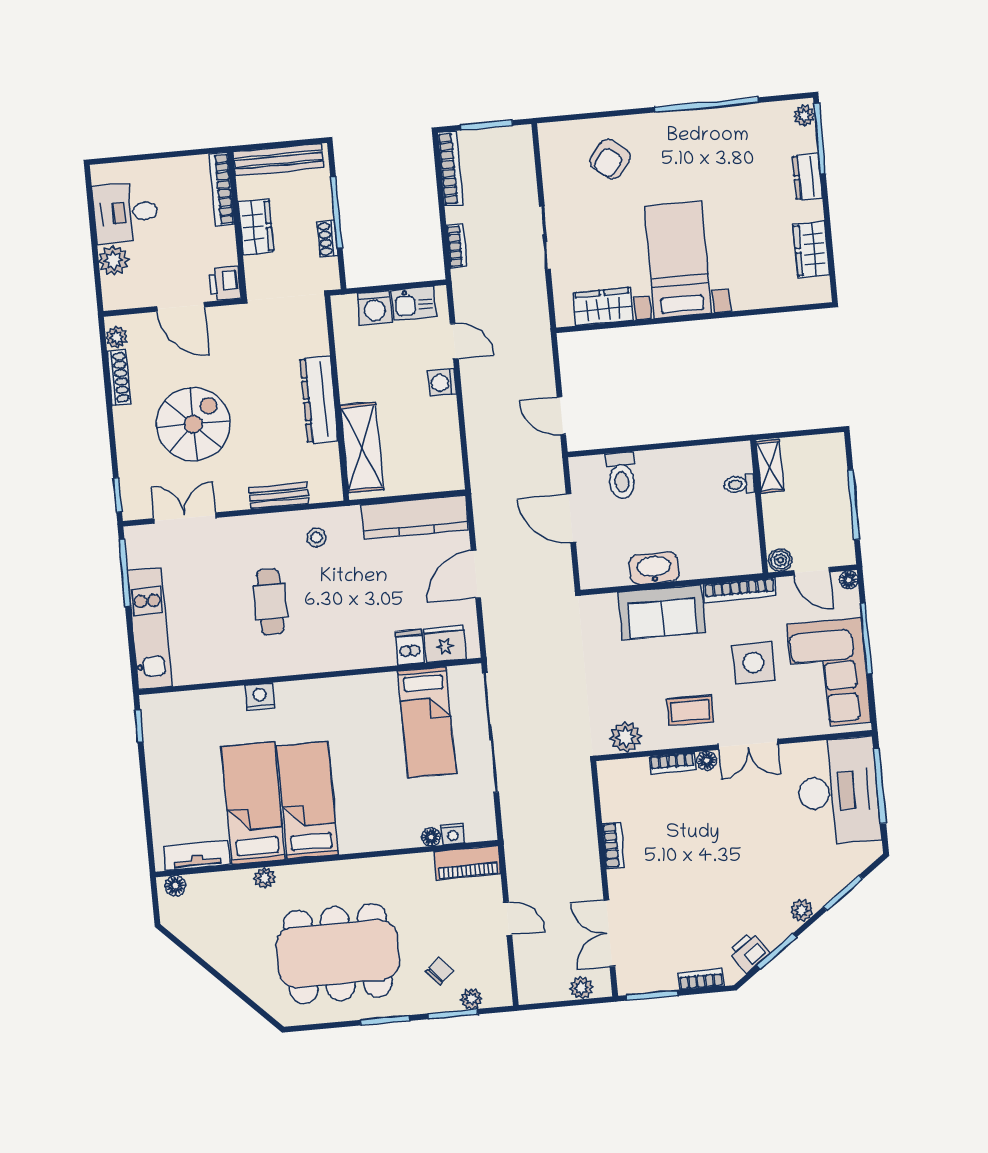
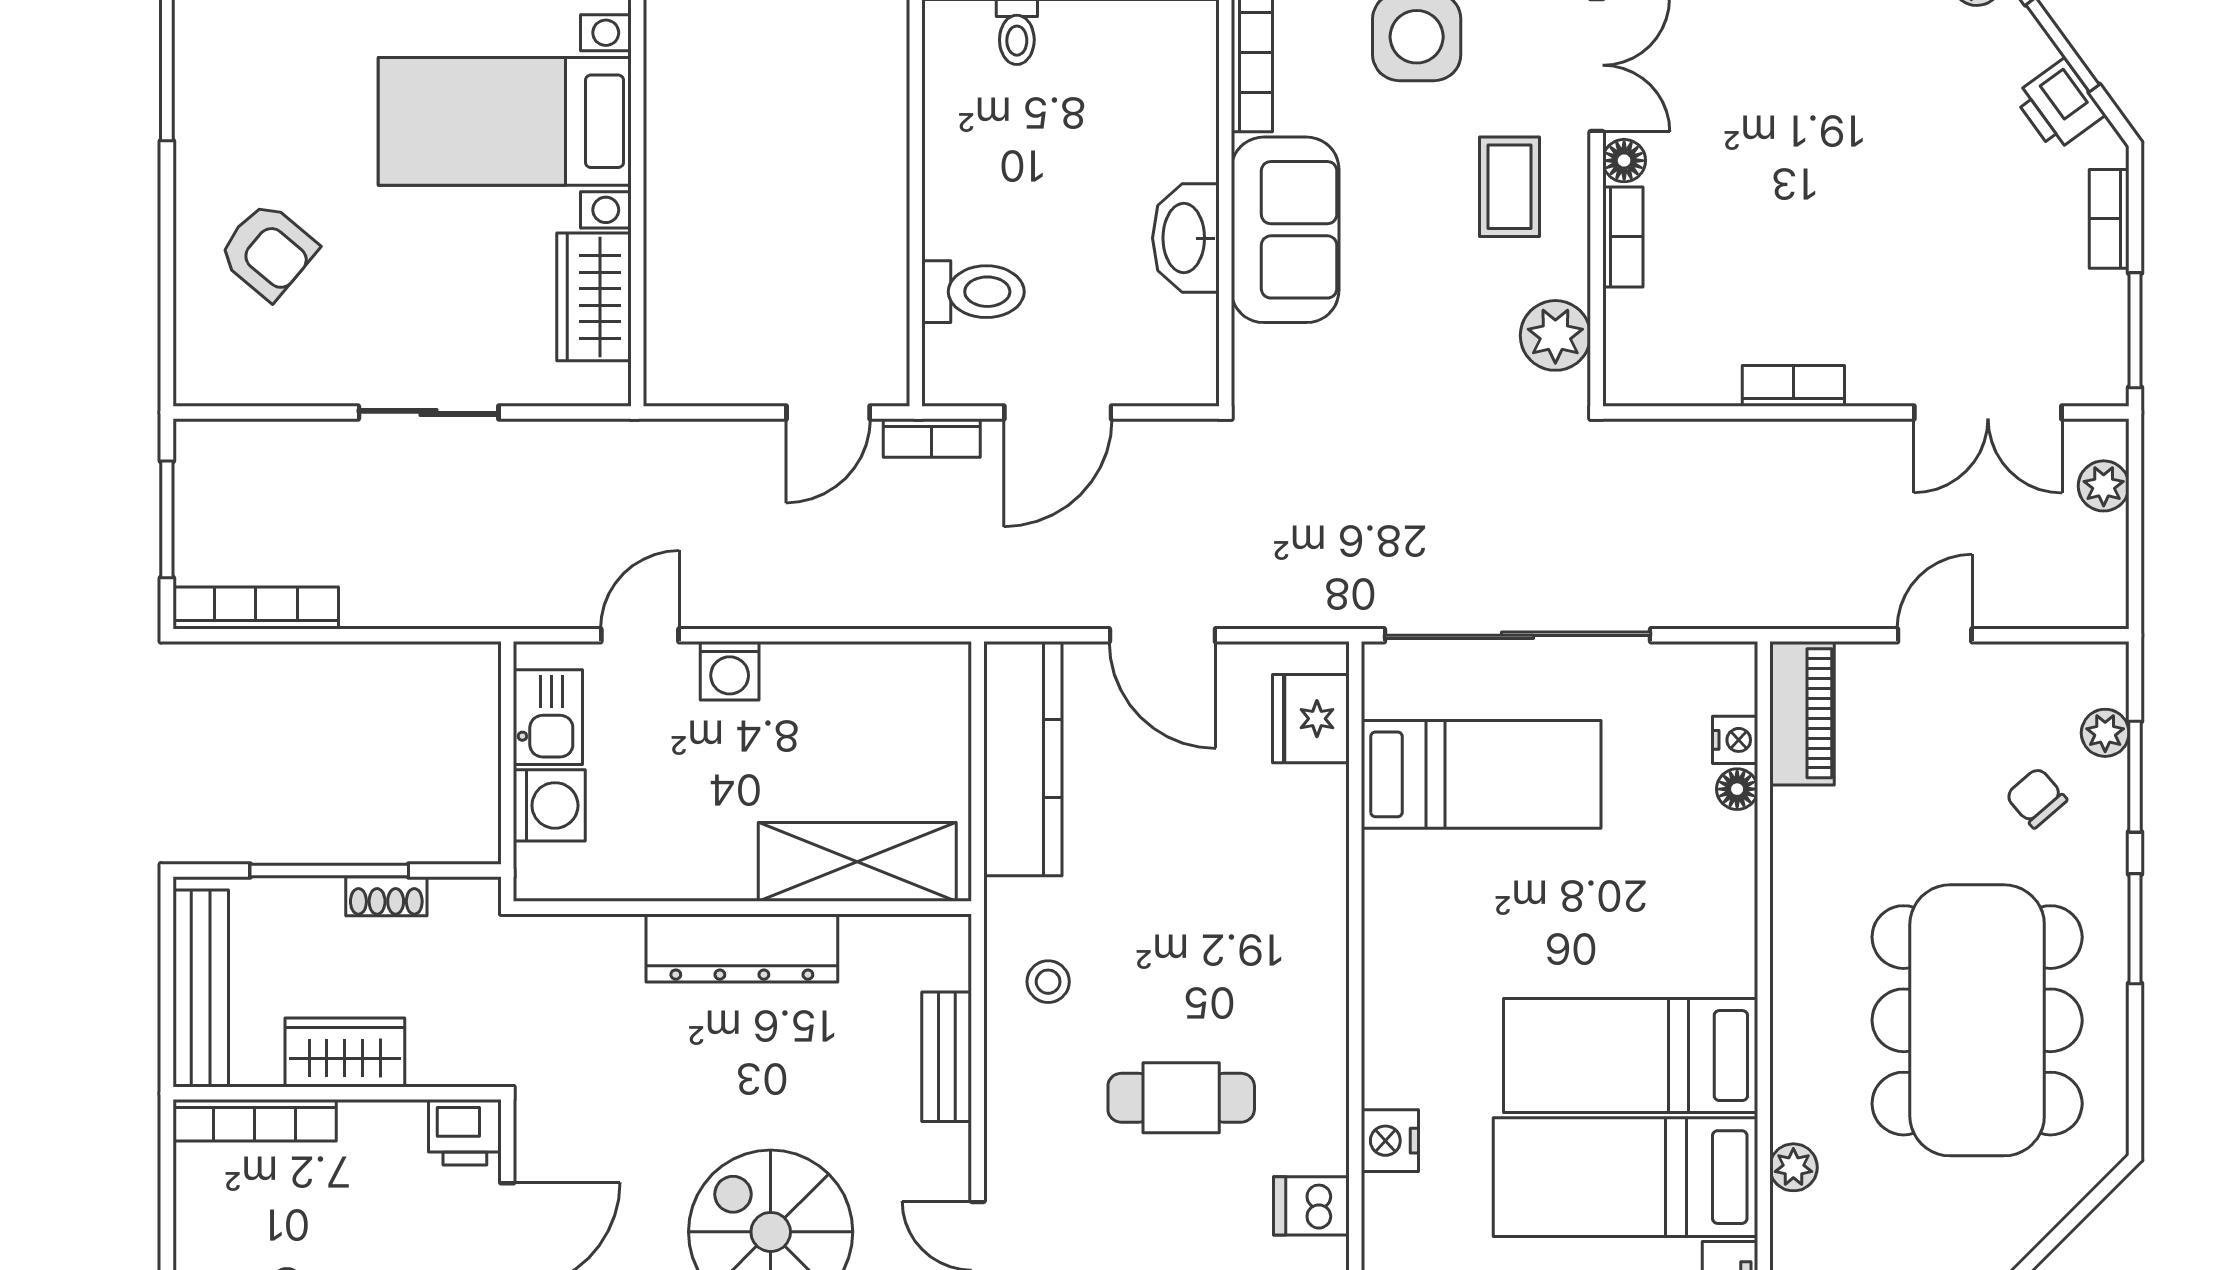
bookcase: (457, 246) -> (932, 438), moved, turned 180
dishwasher: (410, 647) -> (1311, 1206), moved

